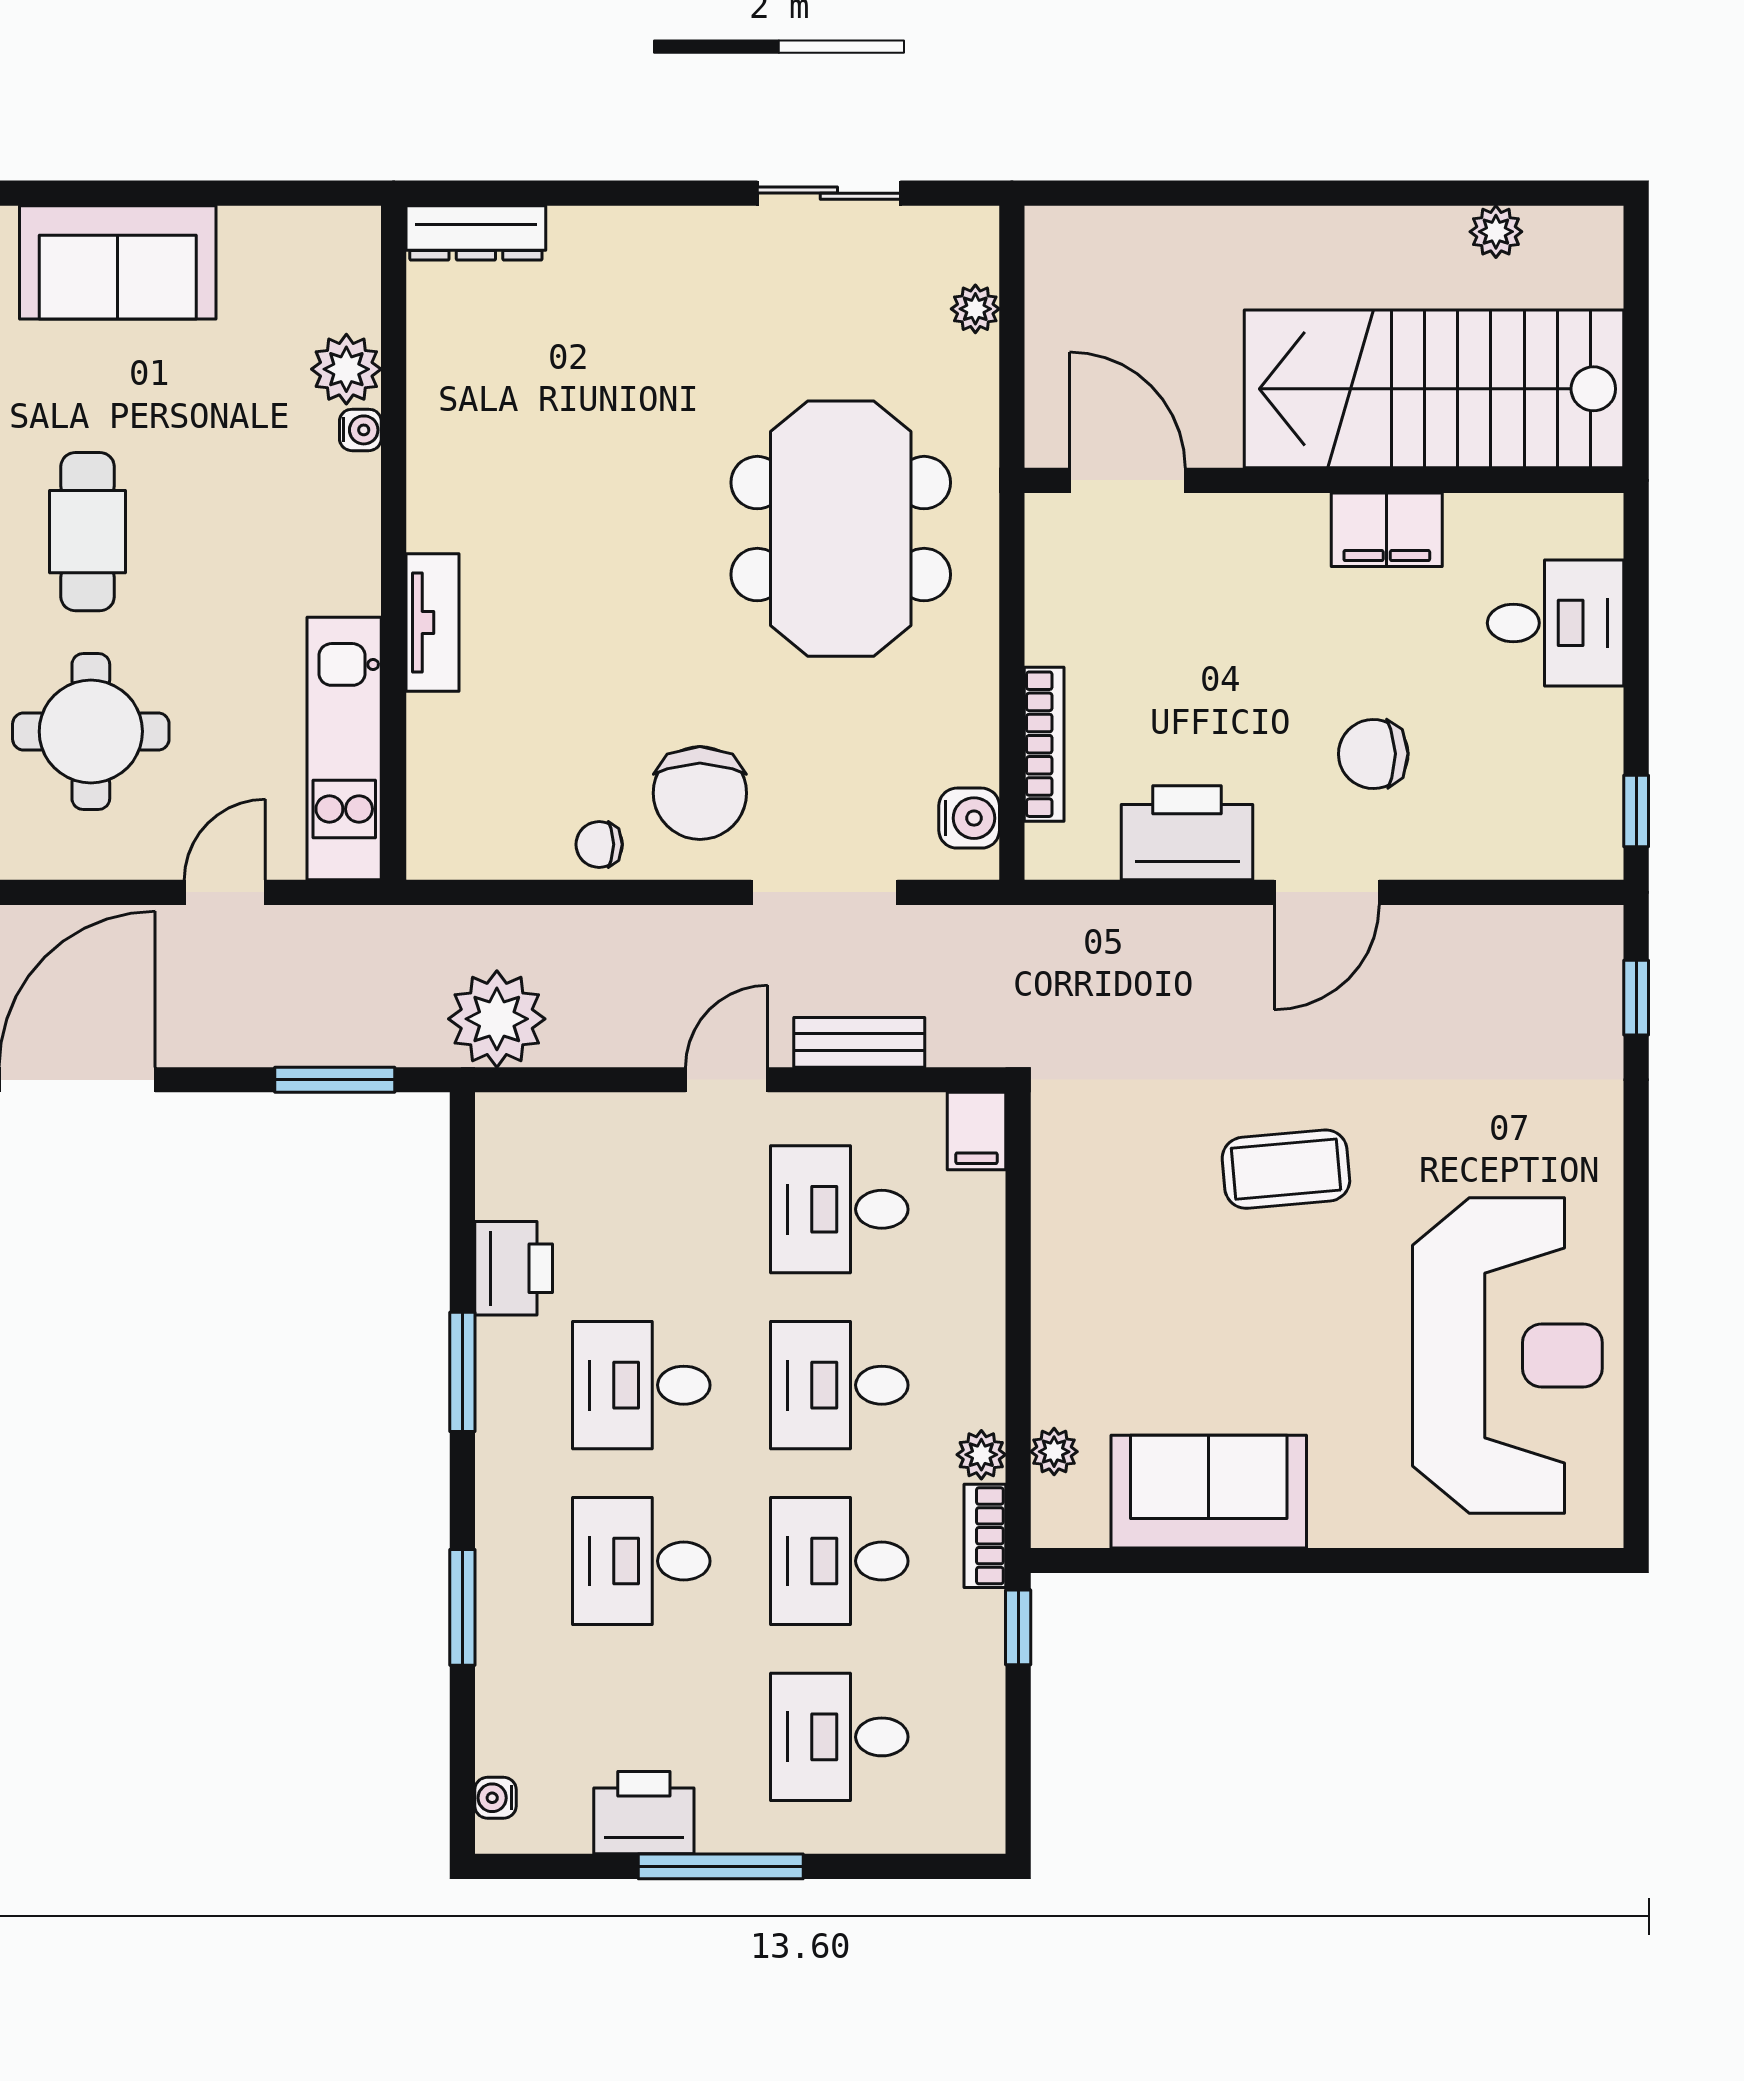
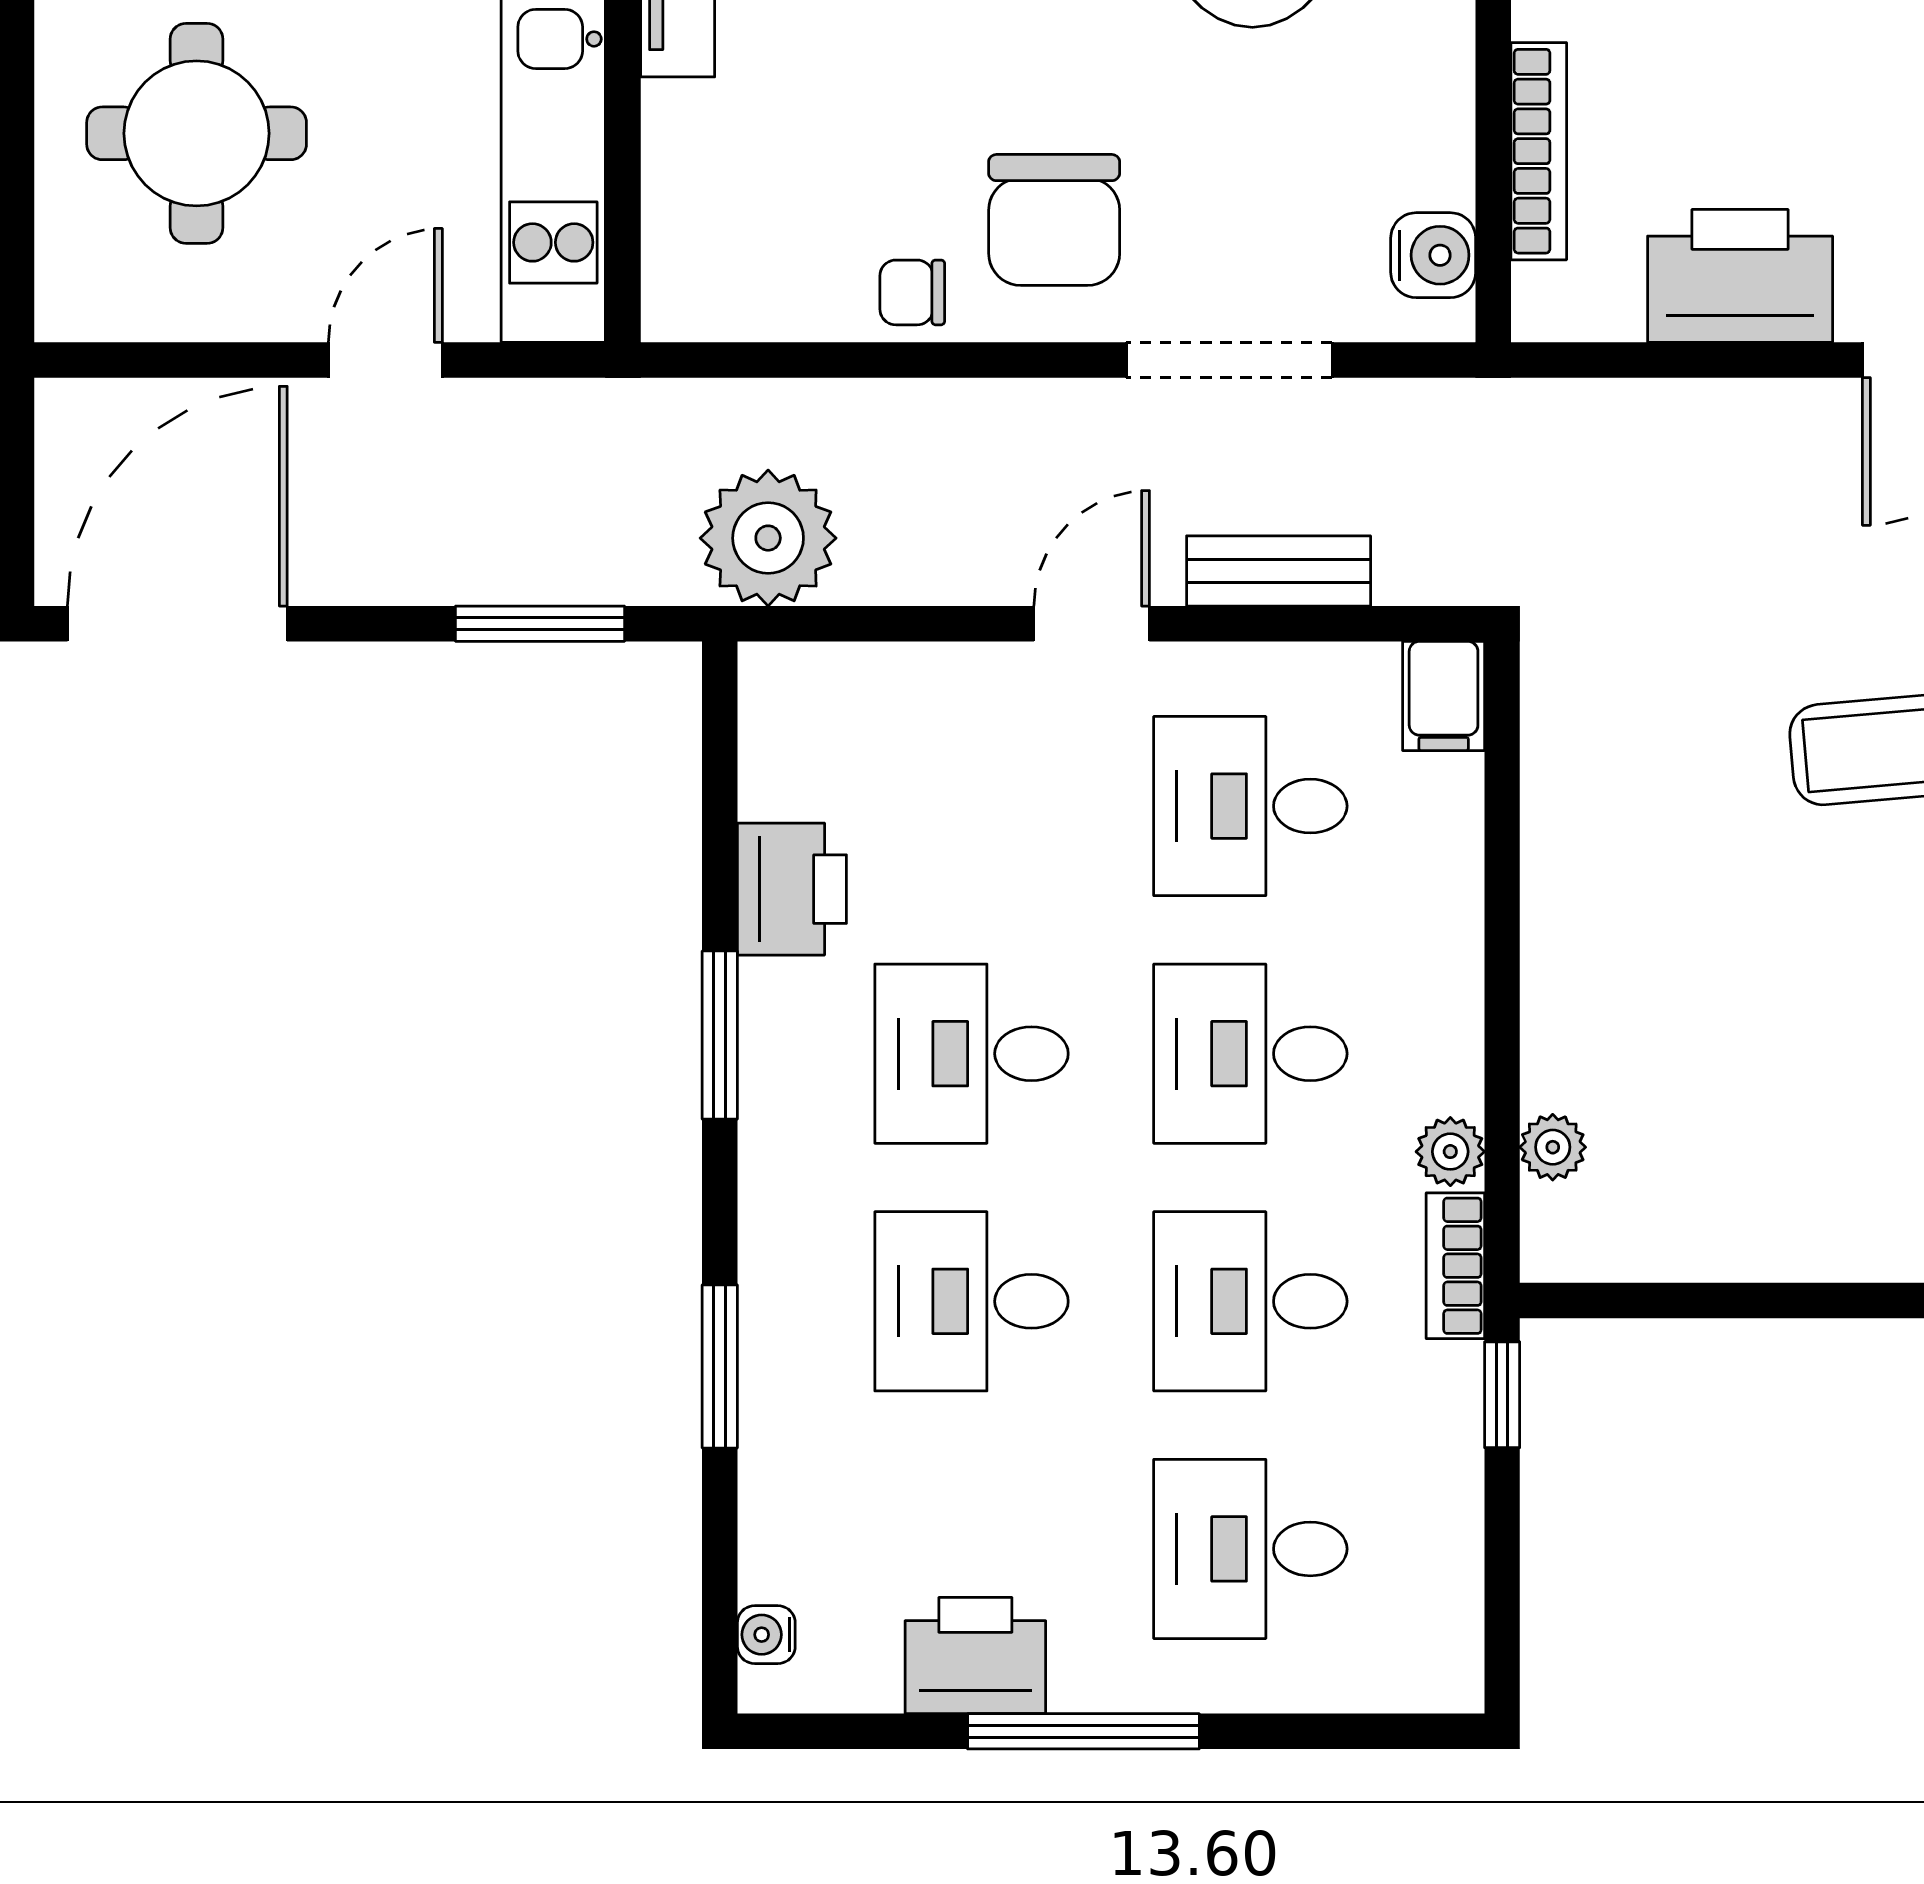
sofa: (1209, 1492) -> (1771, 1203), removed

